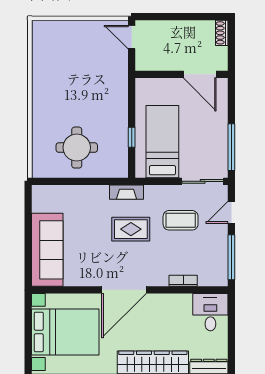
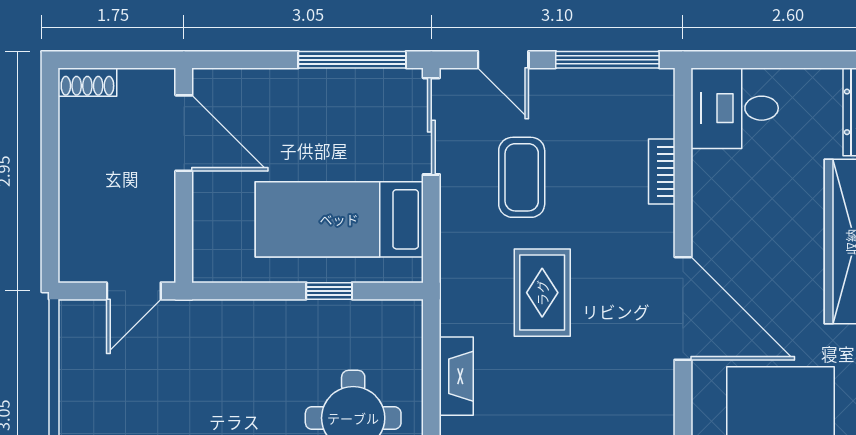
door: (132, 37) -> (134, 291), moved
door: (200, 74) -> (184, 133), hinge flipped
fireplace: (127, 192) -> (456, 376), moved

